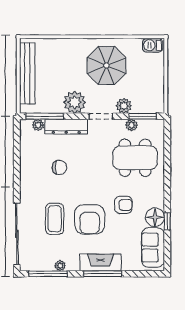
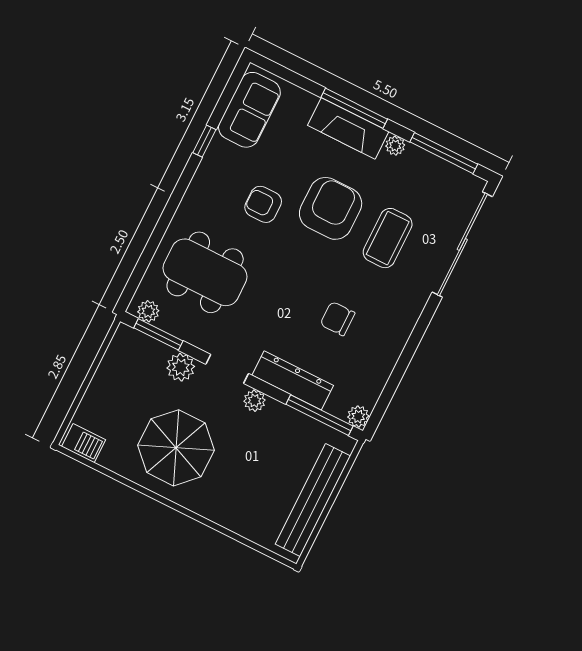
plant: (75, 102) -> (255, 401), width x0.53, depth x0.53
plant: (38, 125) -> (358, 416), moved
plant: (131, 125) -> (148, 311), moved
floor lamp: (155, 217) -> (221, 158), removed
plant: (60, 266) -> (395, 146), moved

